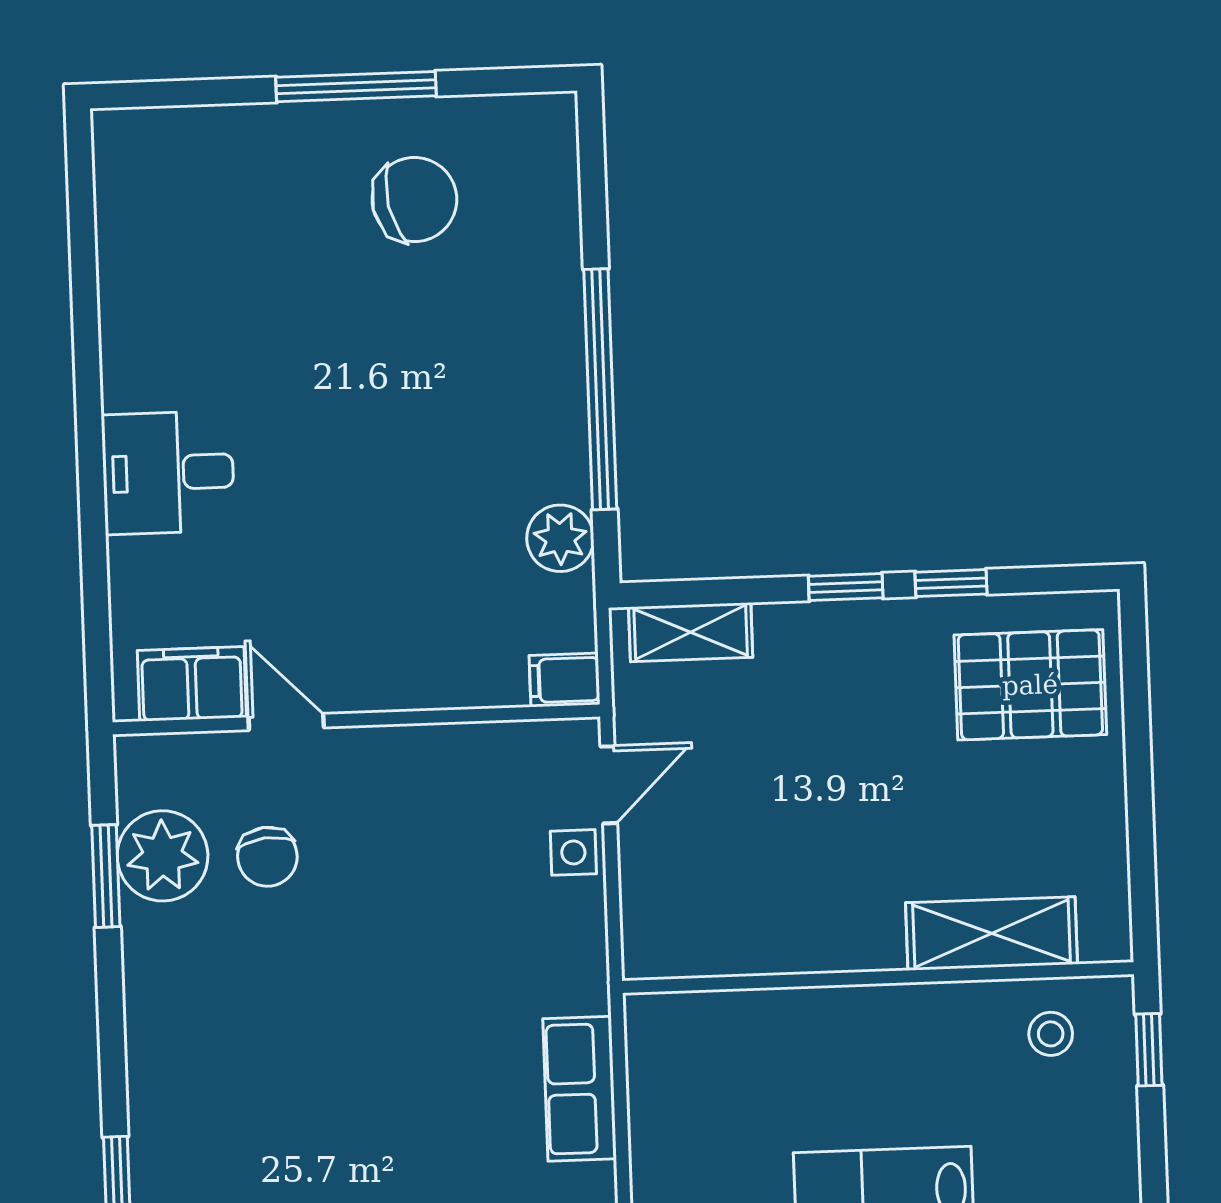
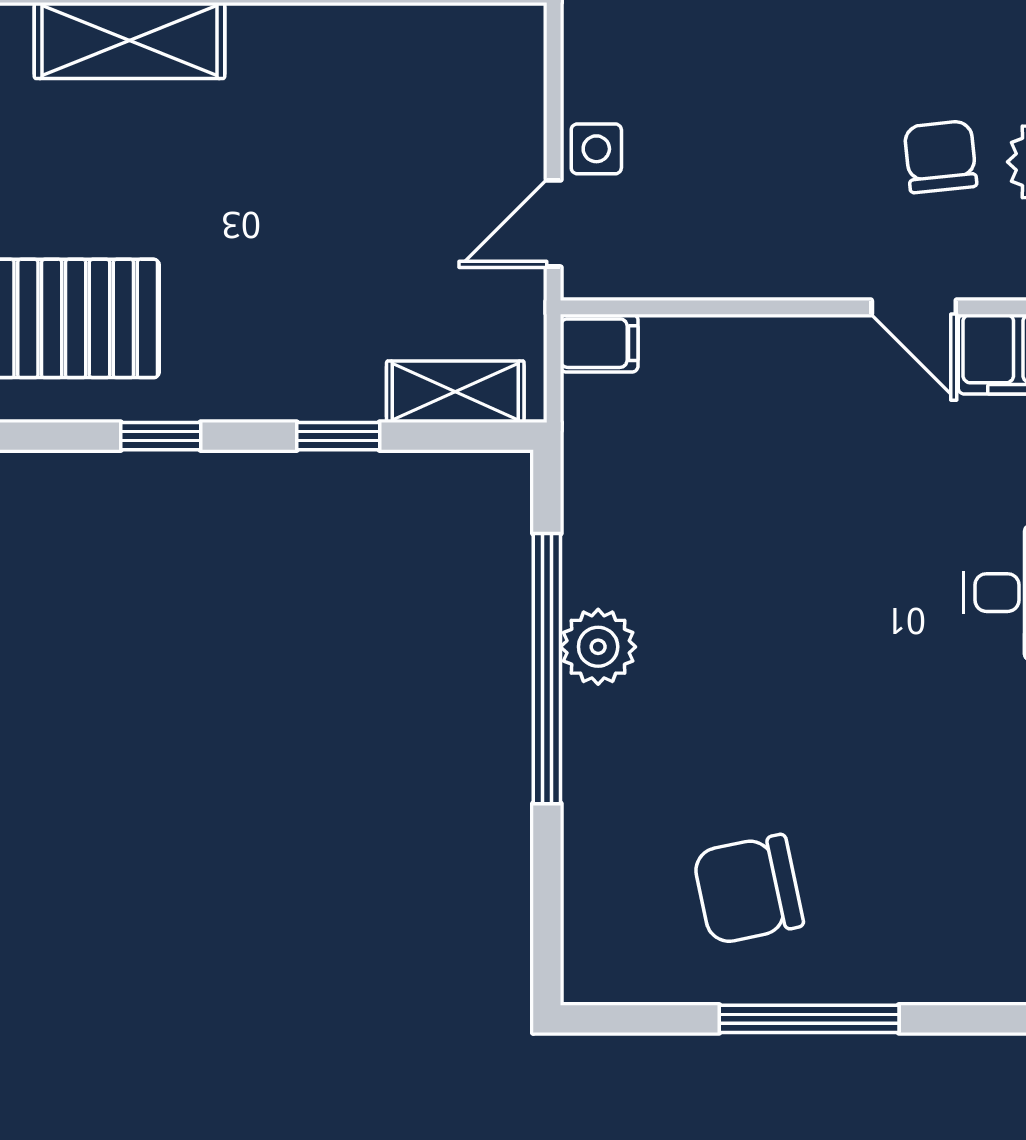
plant: (560, 538) -> (598, 647), moved
window: (846, 587) -> (338, 436), moved

